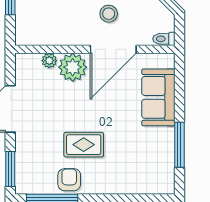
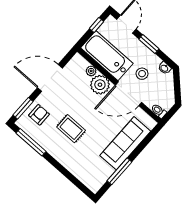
bathtub: (52, 28) -> (107, 56), added
sofa: (158, 97) -> (125, 143), width x1.36
armchair: (69, 180) -> (39, 115), moved

